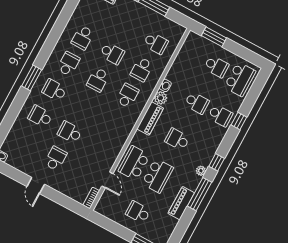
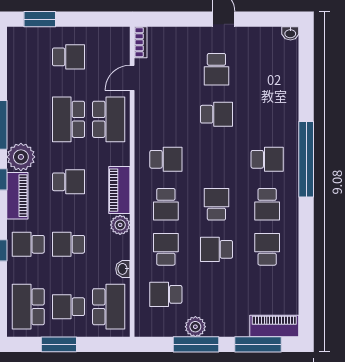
plant: (149, 15) -> (195, 327), added
window: (214, 37) -> (59, 344), moved
school desk: (193, 54) -> (109, 307), added
window: (32, 78) -> (306, 159), width x2.11
washbasin: (165, 85) -> (123, 269), moved
school desk: (40, 116) -> (166, 159), moved
plant: (201, 171) -> (21, 157), width x1.88, depth x1.88
door: (107, 180) -> (132, 78), hinge flipped
piano: (181, 203) -> (17, 196), moved

